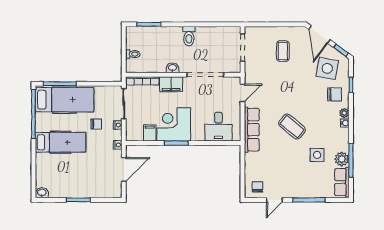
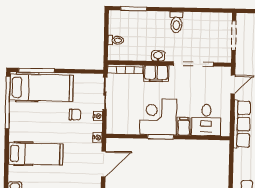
filing cabinet: (150, 133) -> (184, 126), moved
hospital bed: (61, 142) -> (36, 154), moved

